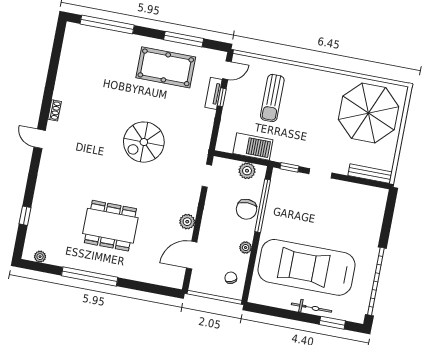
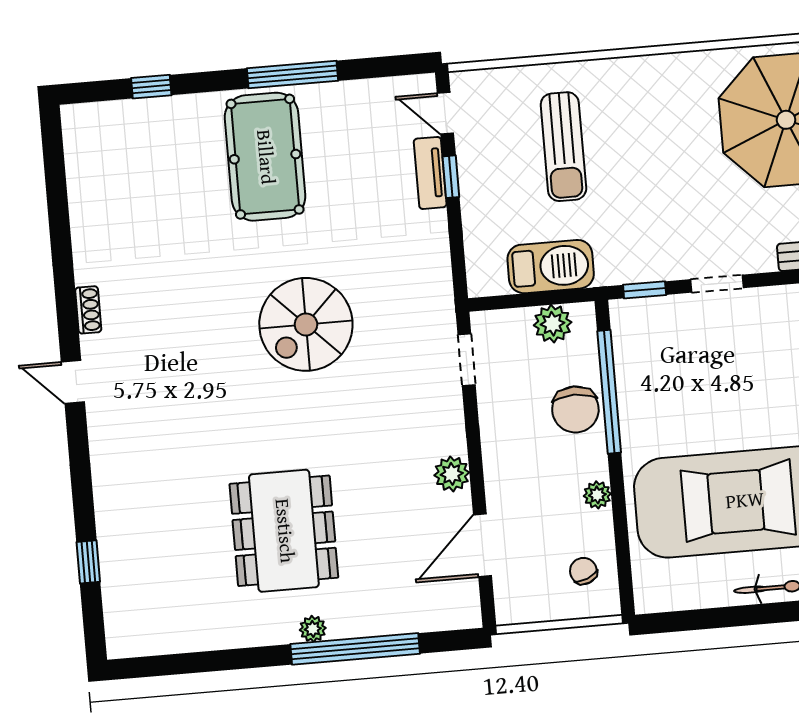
window: (107, 24) -> (151, 87), width x0.32
window: (184, 39) -> (293, 75), moved
pool table: (166, 67) -> (265, 157), moved, turned 90
door: (227, 70) -> (445, 113), swing flipped
dining table: (110, 226) -> (284, 531), turned 90
plant: (40, 257) -> (313, 629), moved
window: (90, 276) -> (355, 649), moved

